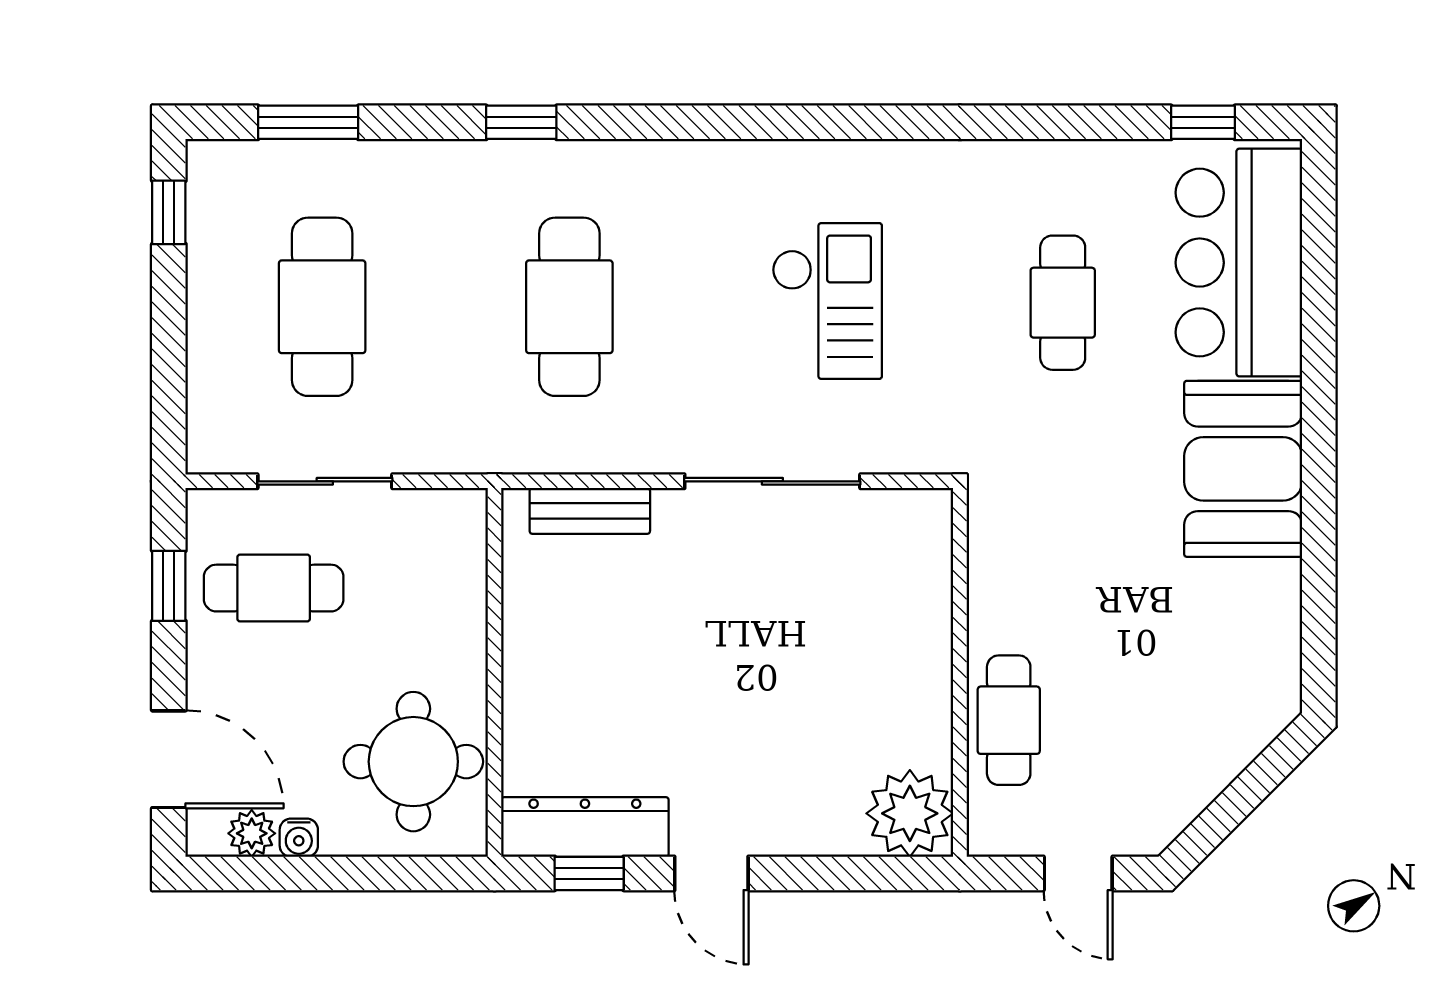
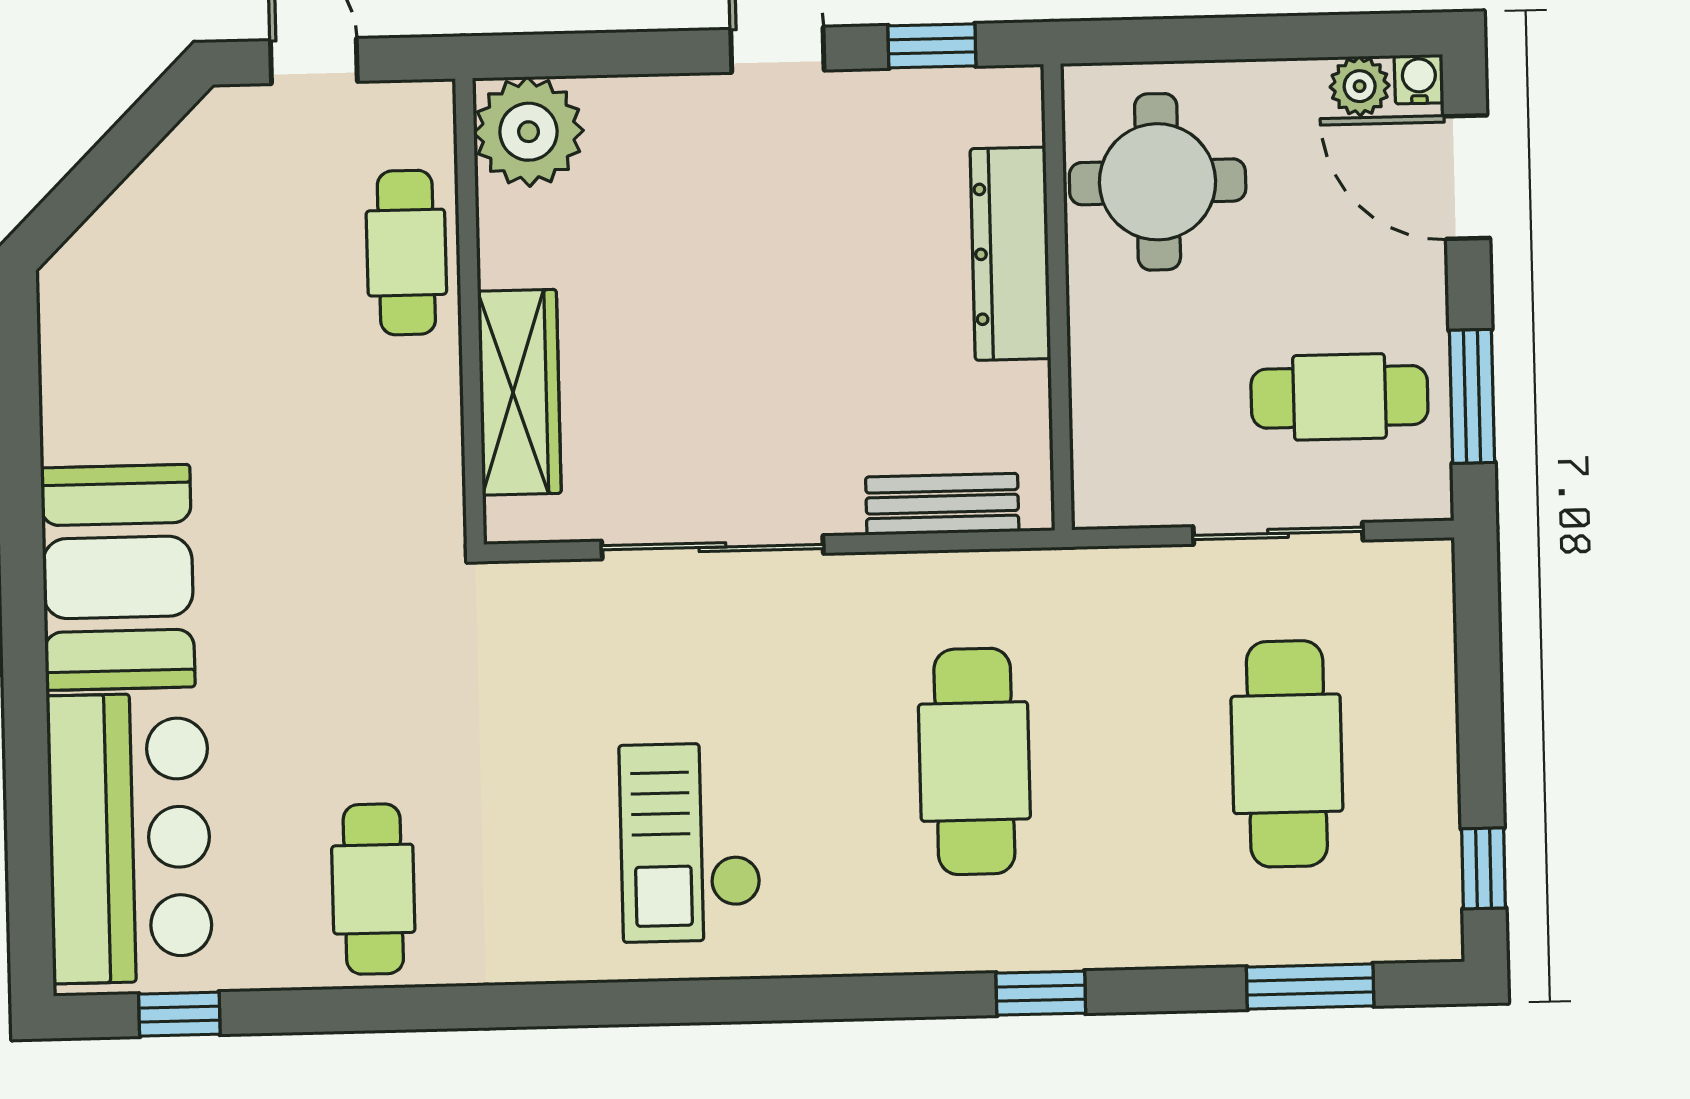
checkout: (827, 301) -> (690, 842), moved
cafe table: (1063, 303) -> (373, 889), moved
window: (169, 586) -> (1472, 396), width x1.50
wardrobe: (922, 608) -> (519, 392), added
dresser: (585, 827) -> (1010, 254), moved, turned 90
water cooler: (299, 838) -> (1419, 79), moved

